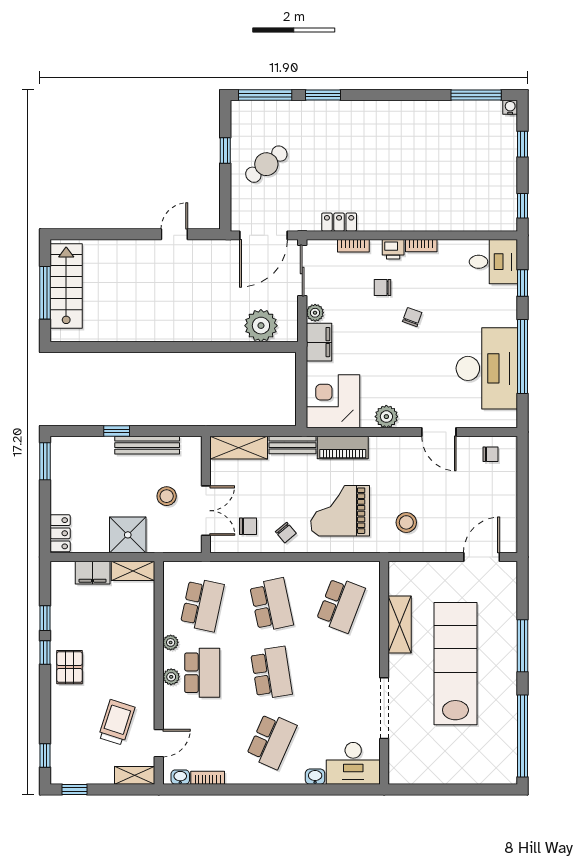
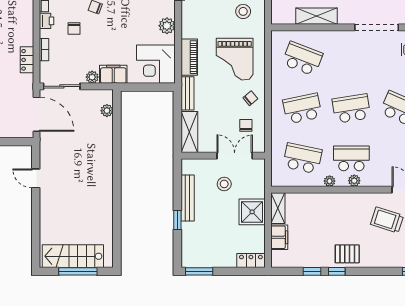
plant: (261, 326) -> (107, 111), width x0.53, depth x0.53

